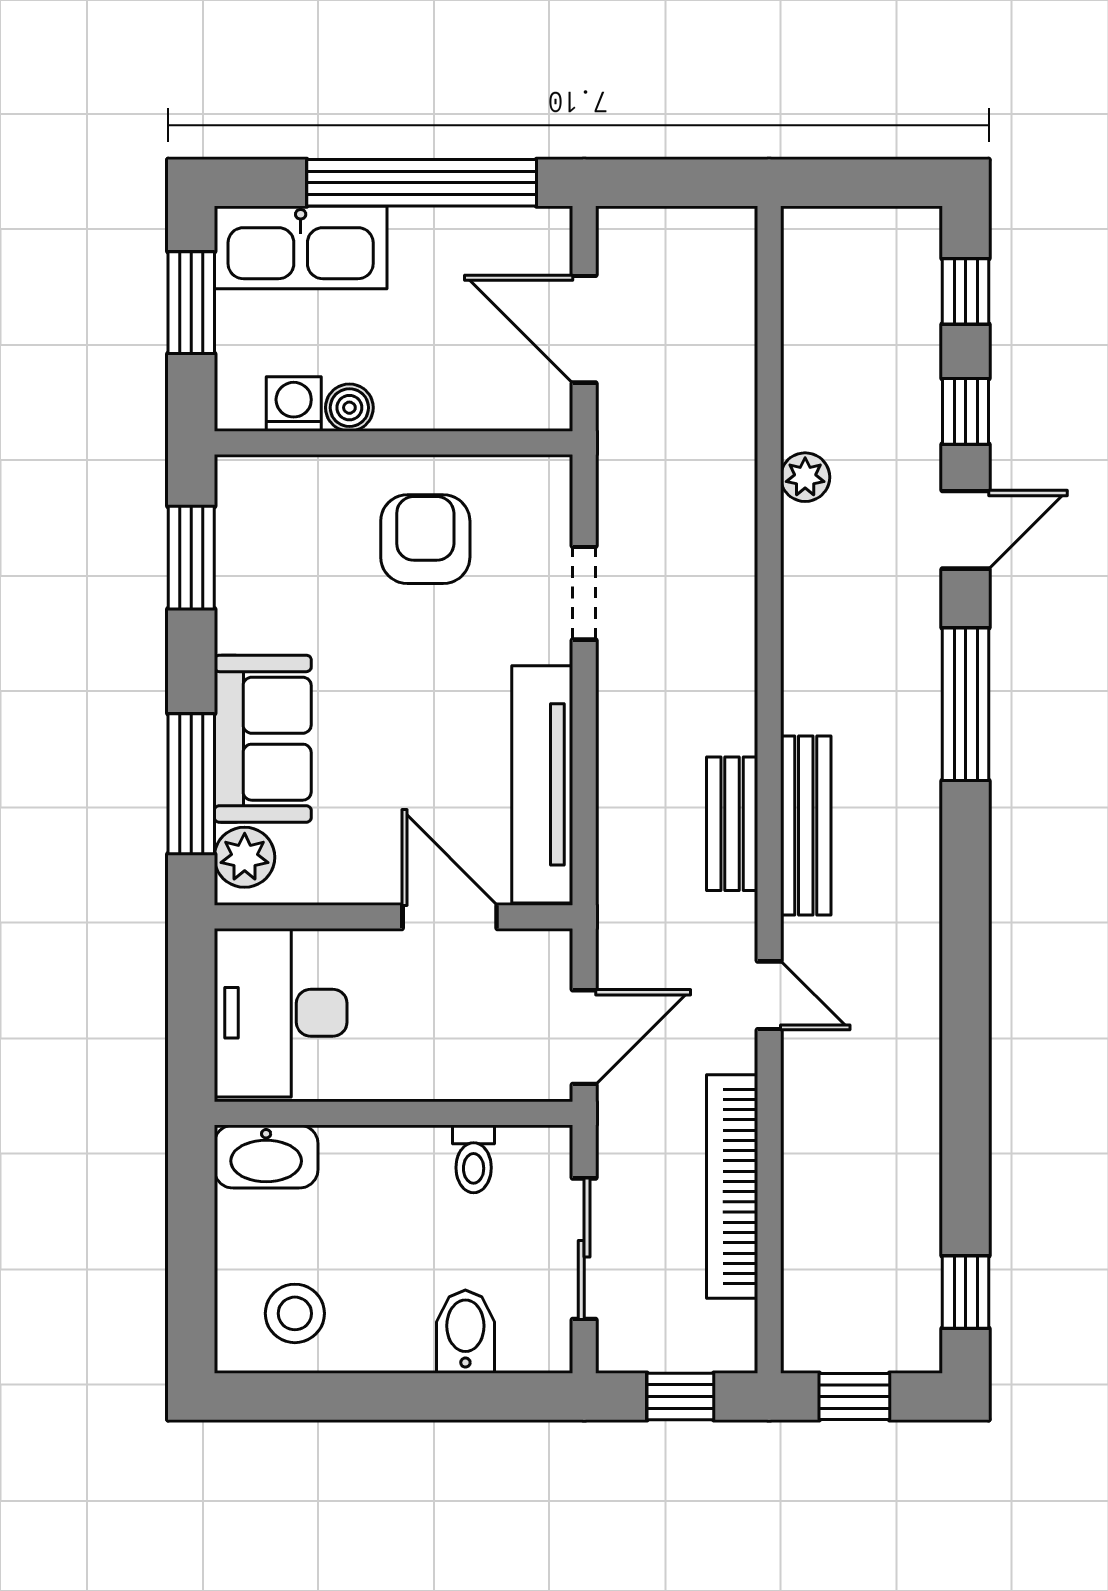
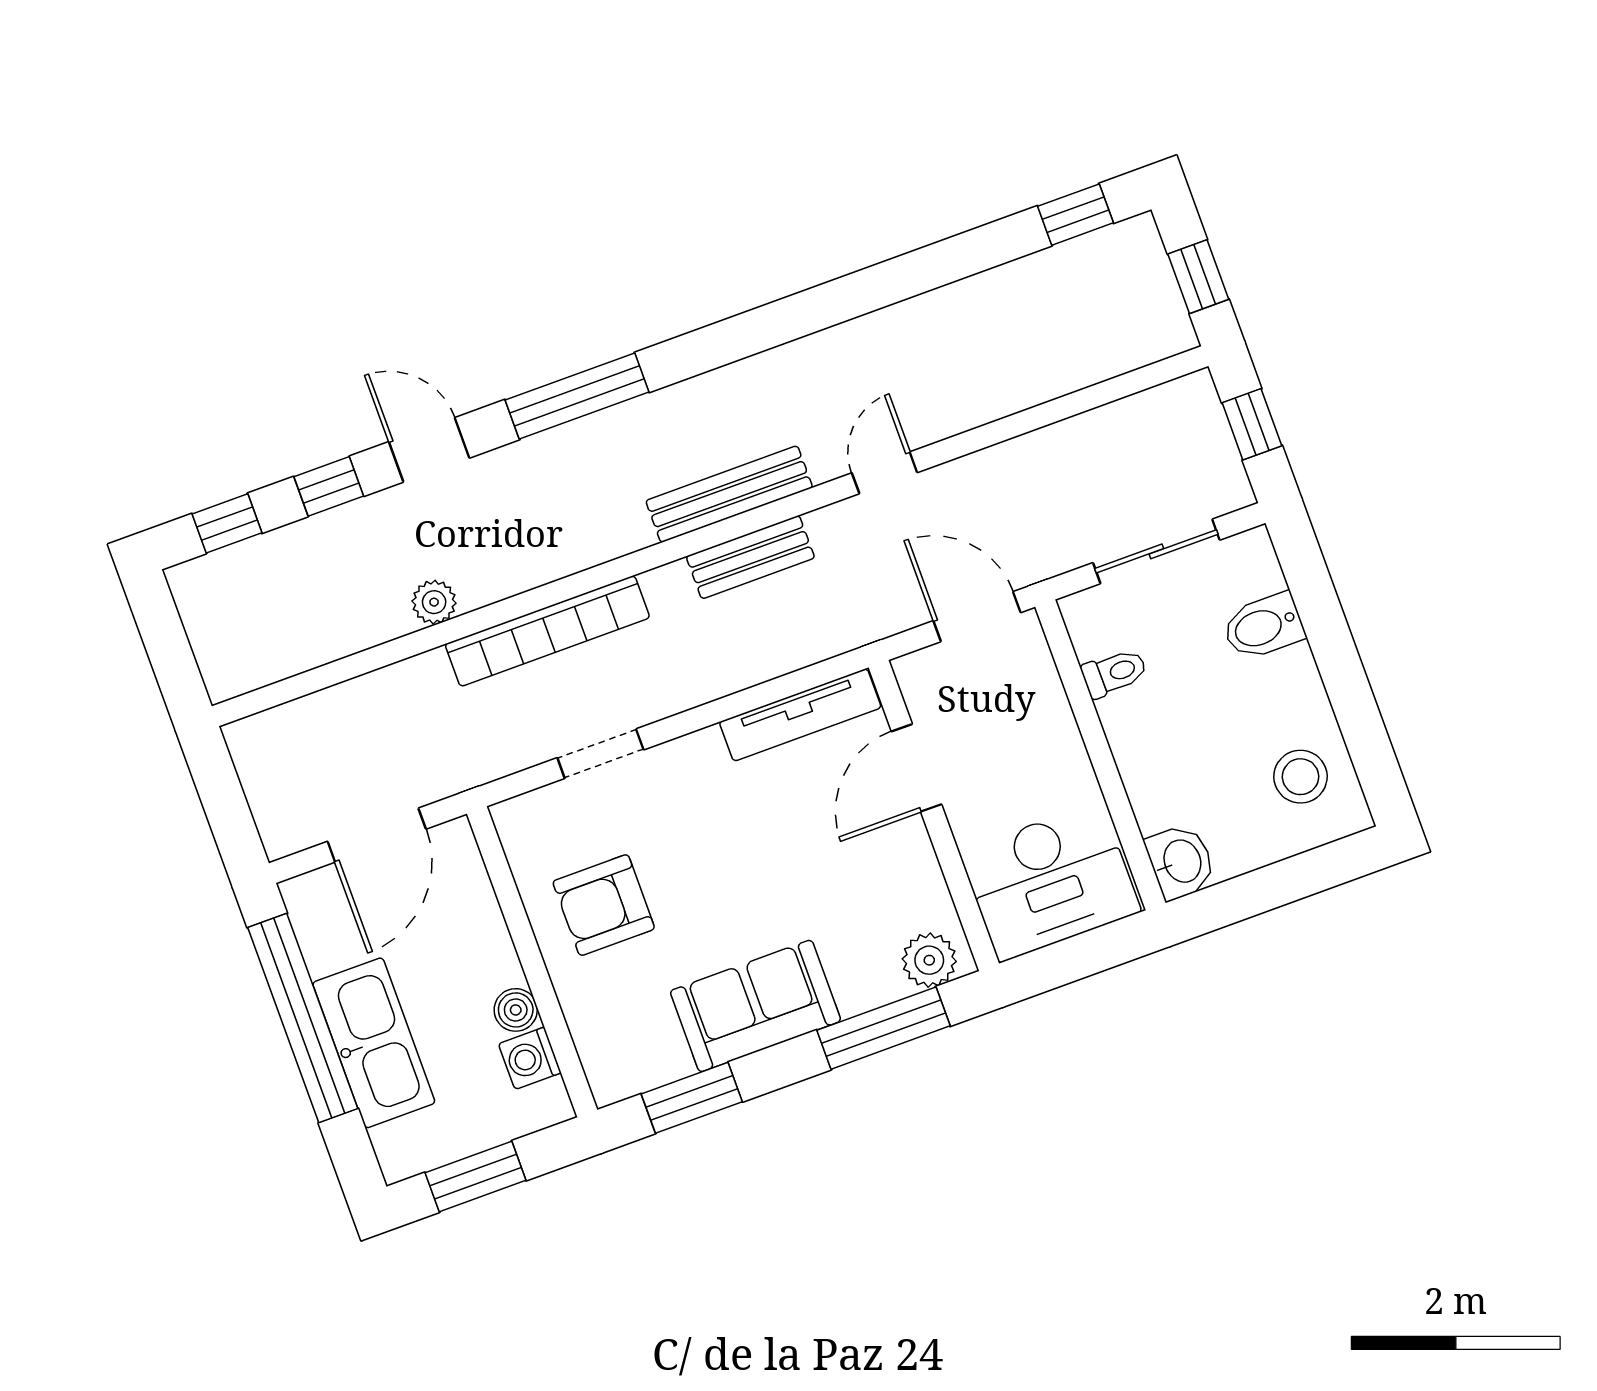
kitchen sink: (301, 247) -> (374, 1043), moved
sofa: (263, 739) -> (756, 1006), moved
tv unit: (542, 784) -> (800, 715), width x0.73, depth x0.78
washbasin: (266, 1157) -> (1181, 862), width x0.72
bookcase: (732, 1187) -> (547, 631), moved

